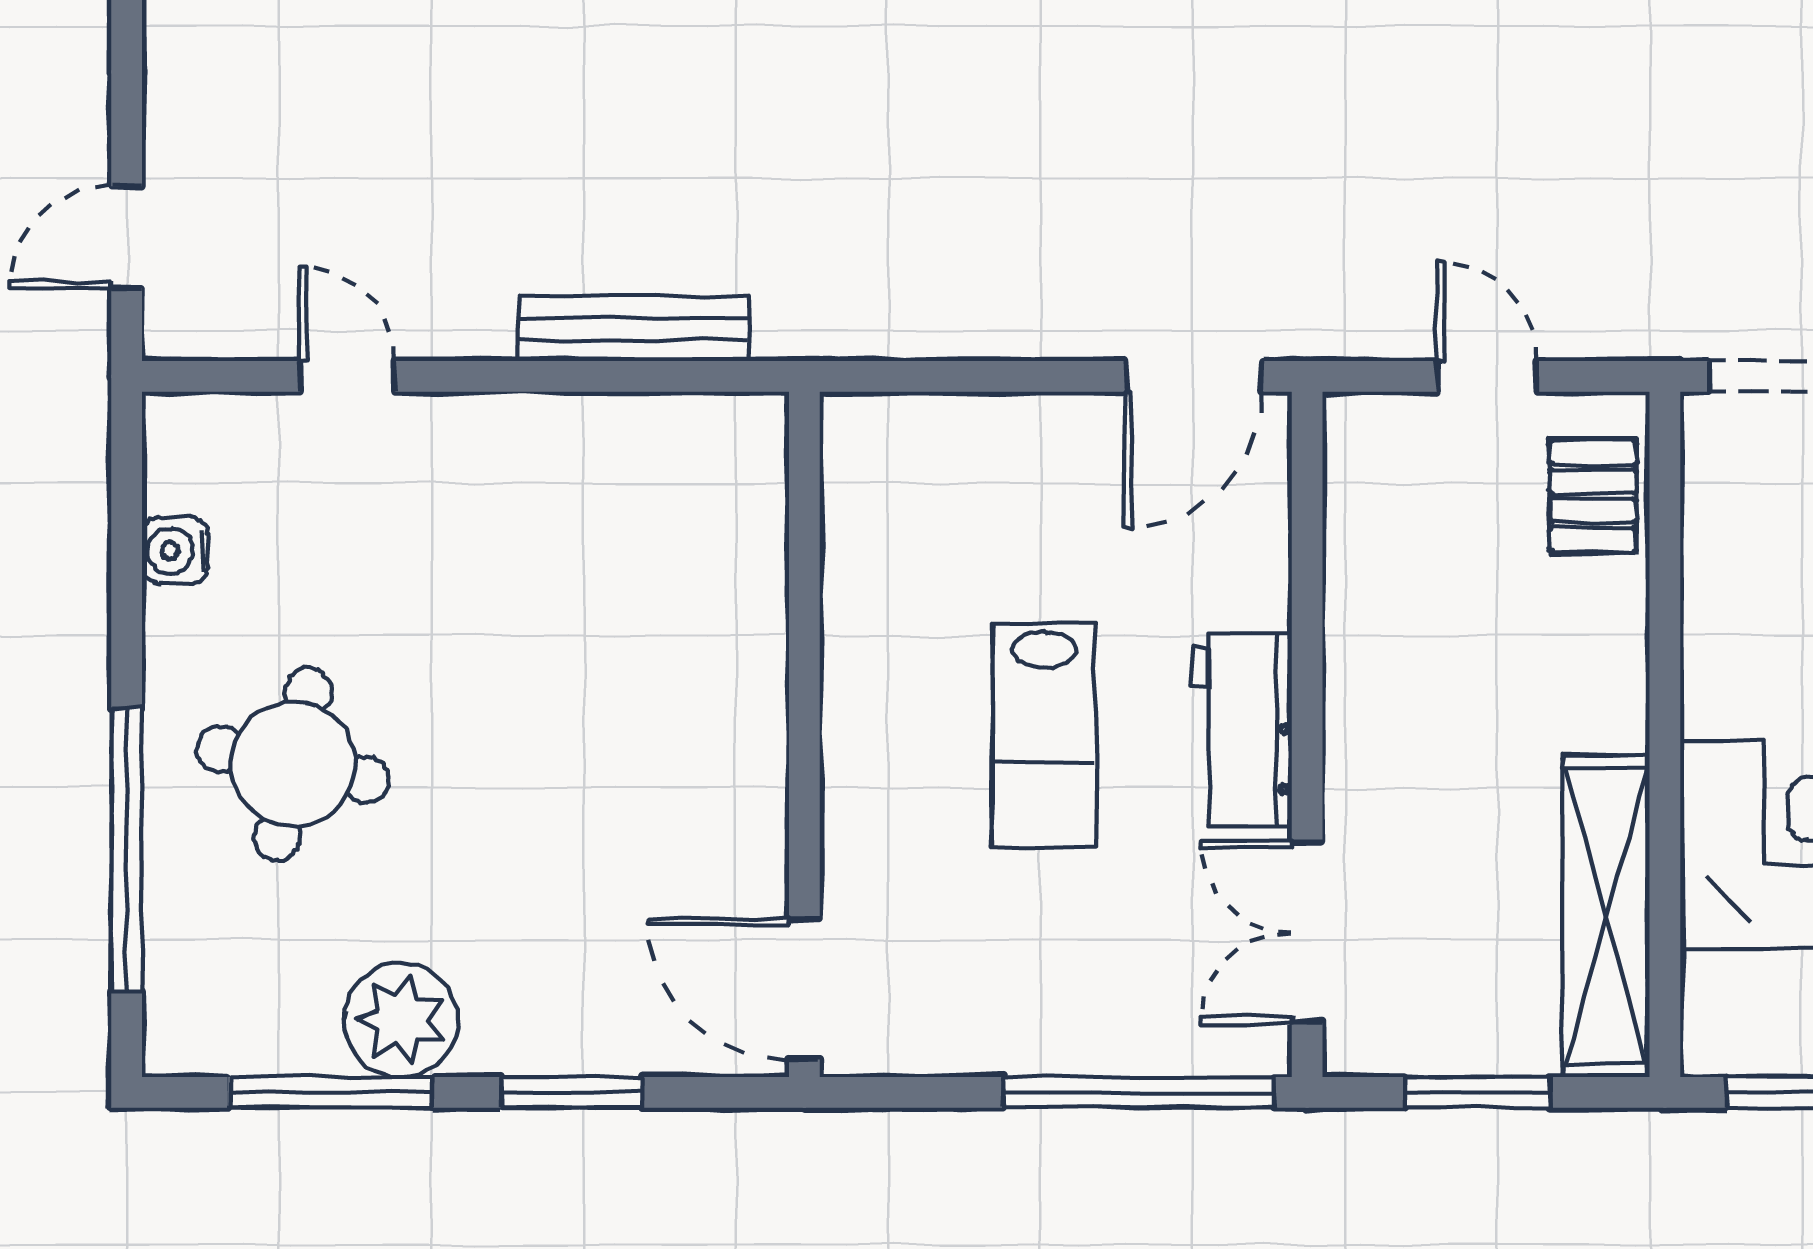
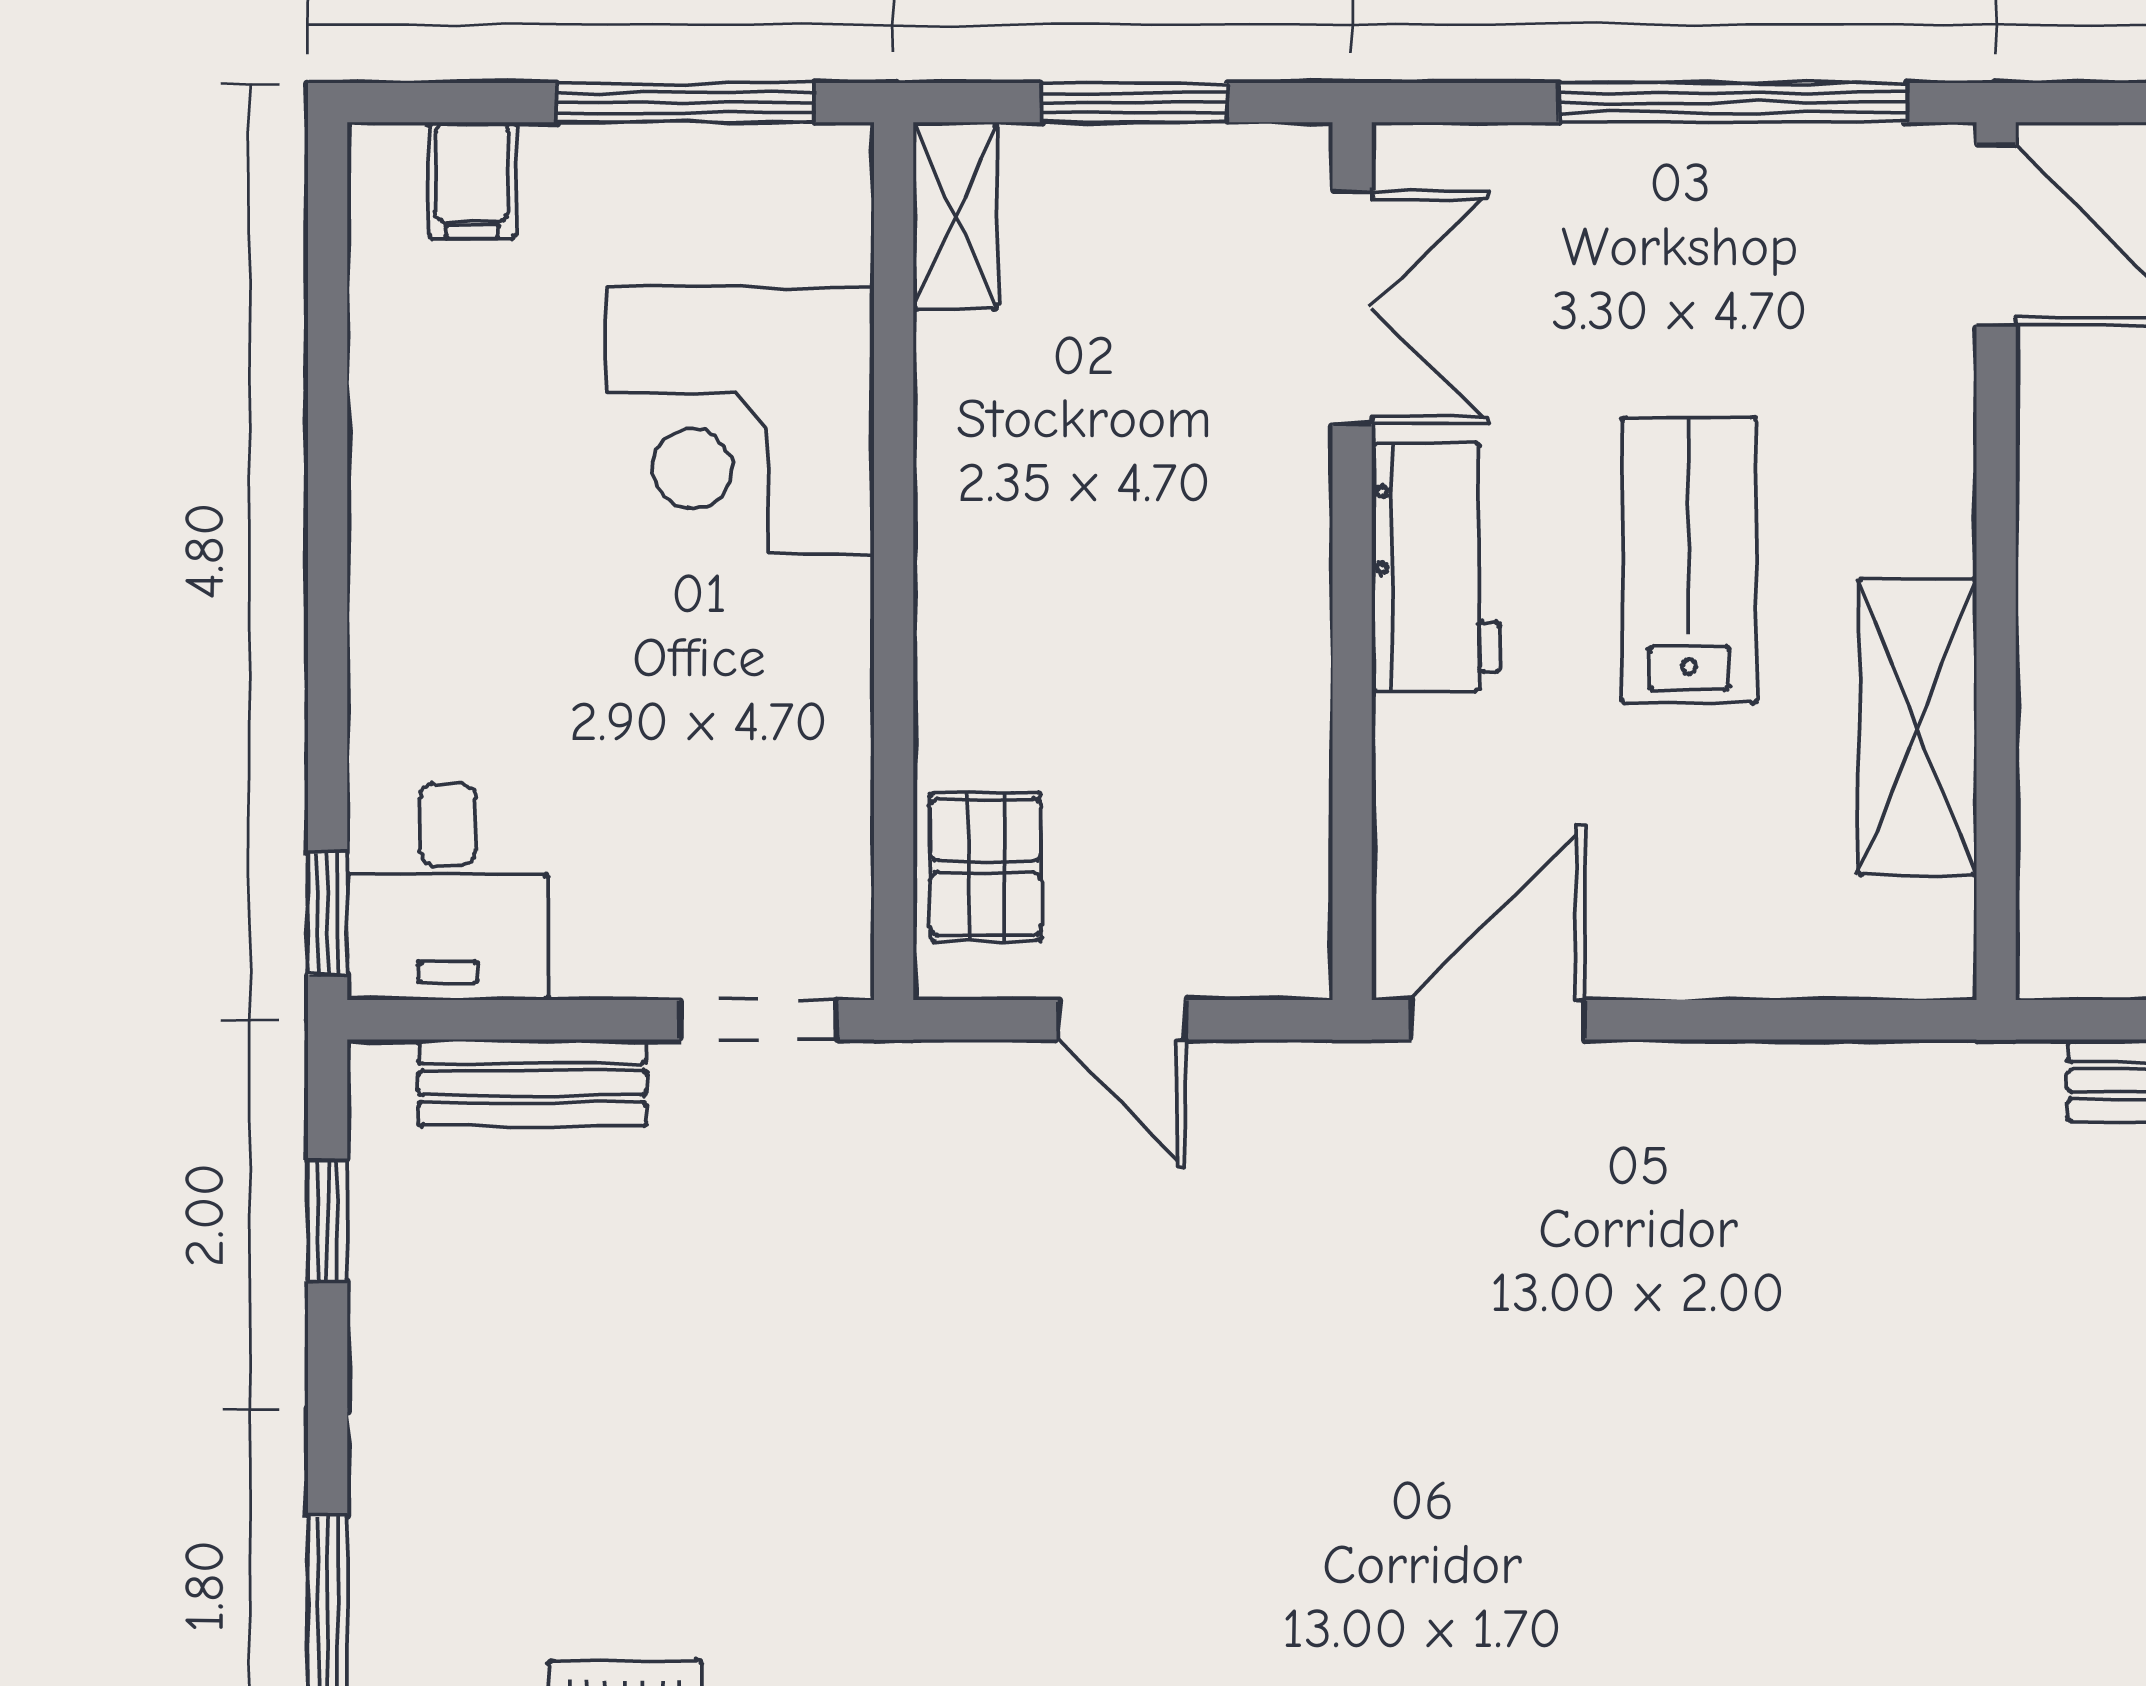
shelving: (866, 605) -> (1917, 727), added
shelving: (1606, 916) -> (955, 216), width x0.45, depth x0.75
window: (1138, 1092) -> (1733, 103), moved

